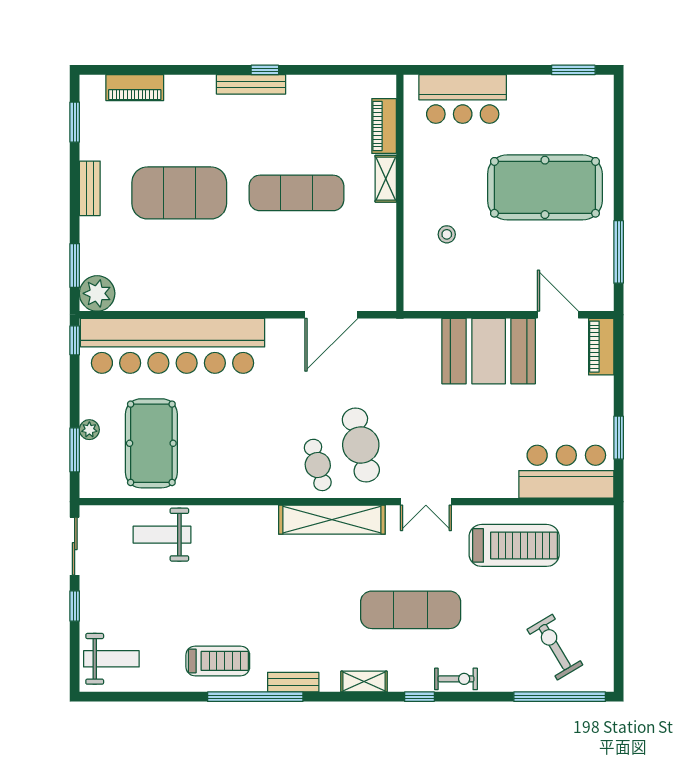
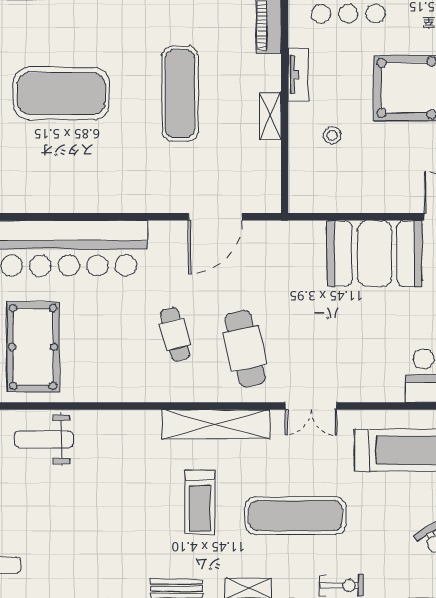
tv unit: (413, 174) -> (298, 74), added
shelving: (386, 179) -> (270, 116), moved
exercise mat: (296, 193) -> (180, 94), turned 90
cafe table: (318, 465) -> (175, 334), moved
treadmill: (218, 661) -> (200, 502), moved, turned 90

